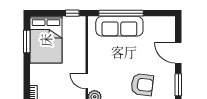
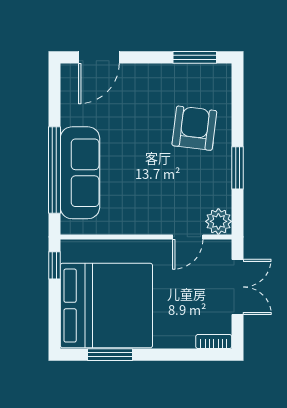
bed: (46, 40) -> (106, 306), width x1.36
door: (178, 53) -> (99, 57), moved

